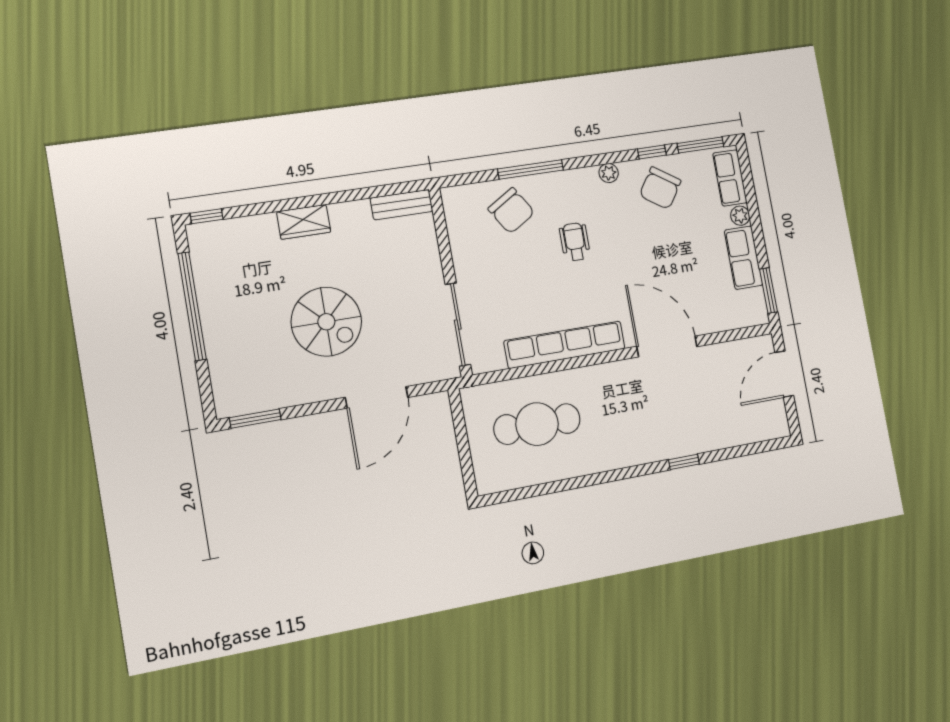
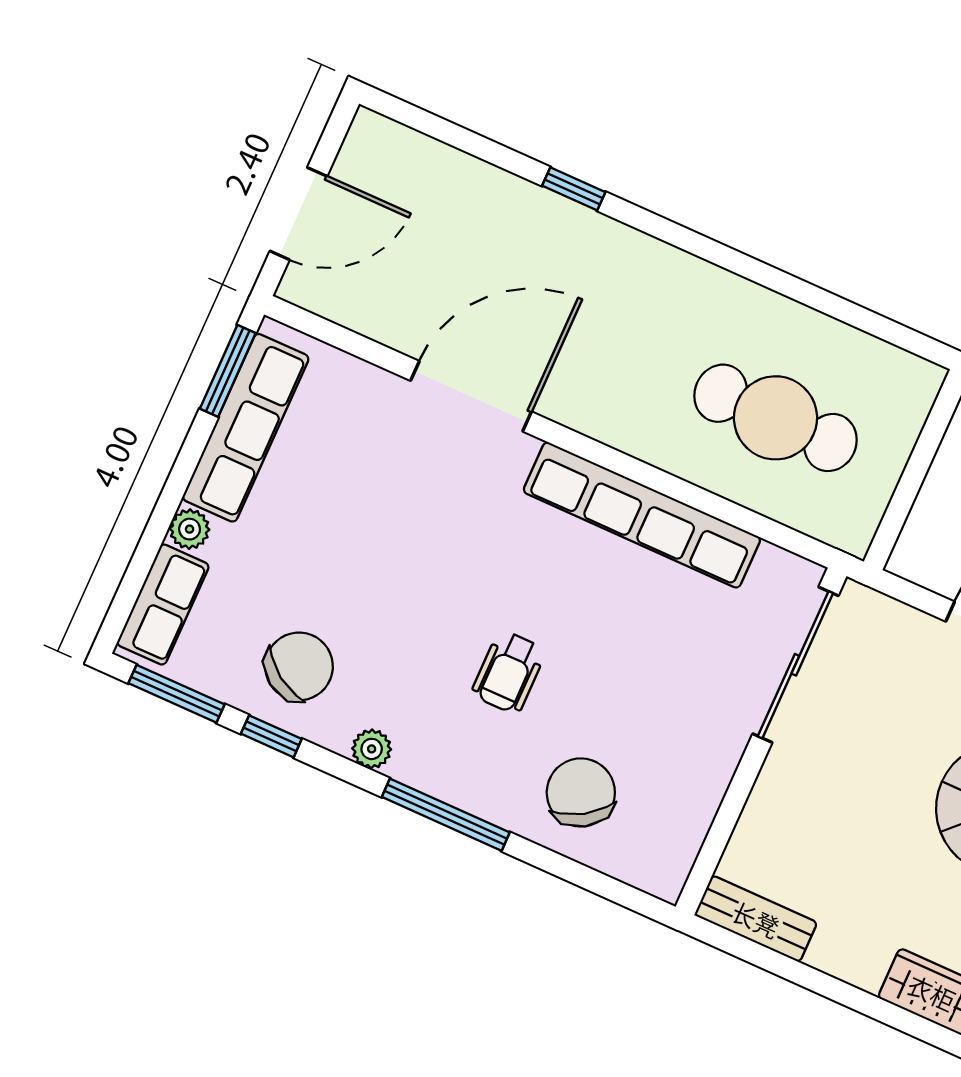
window: (531, 169) -> (446, 815), moved
row of seats: (744, 258) -> (246, 428), width x1.48
door: (667, 347) -> (471, 396), swing flipped

